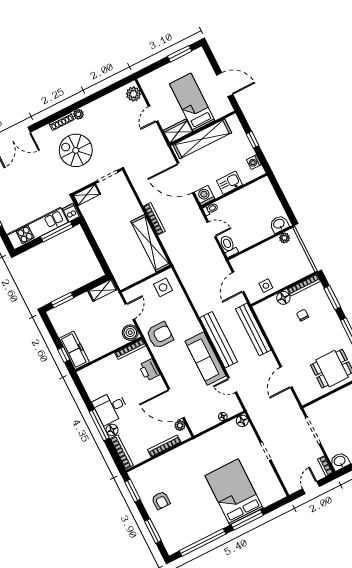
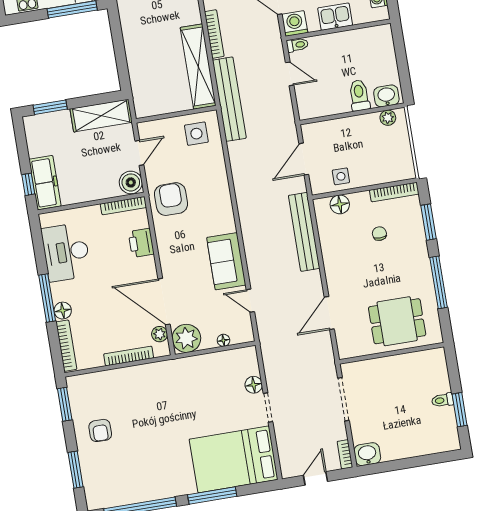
toilet: (228, 246) -> (359, 95), moved
shelving: (102, 290) -> (101, 116), width x1.50, depth x1.33
floor lamp: (283, 298) -> (340, 204), moved
armchair: (160, 335) -> (171, 199), turned -90
bench: (219, 340) -> (229, 99), moved
sofa: (205, 359) -> (226, 261), width x0.73
desk: (111, 408) -> (66, 252), moved, width x1.37
floor lamp: (242, 421) -> (254, 385), moved
plant: (198, 423) -> (186, 338), added
bed: (234, 492) -> (234, 459), moved, turned -90

